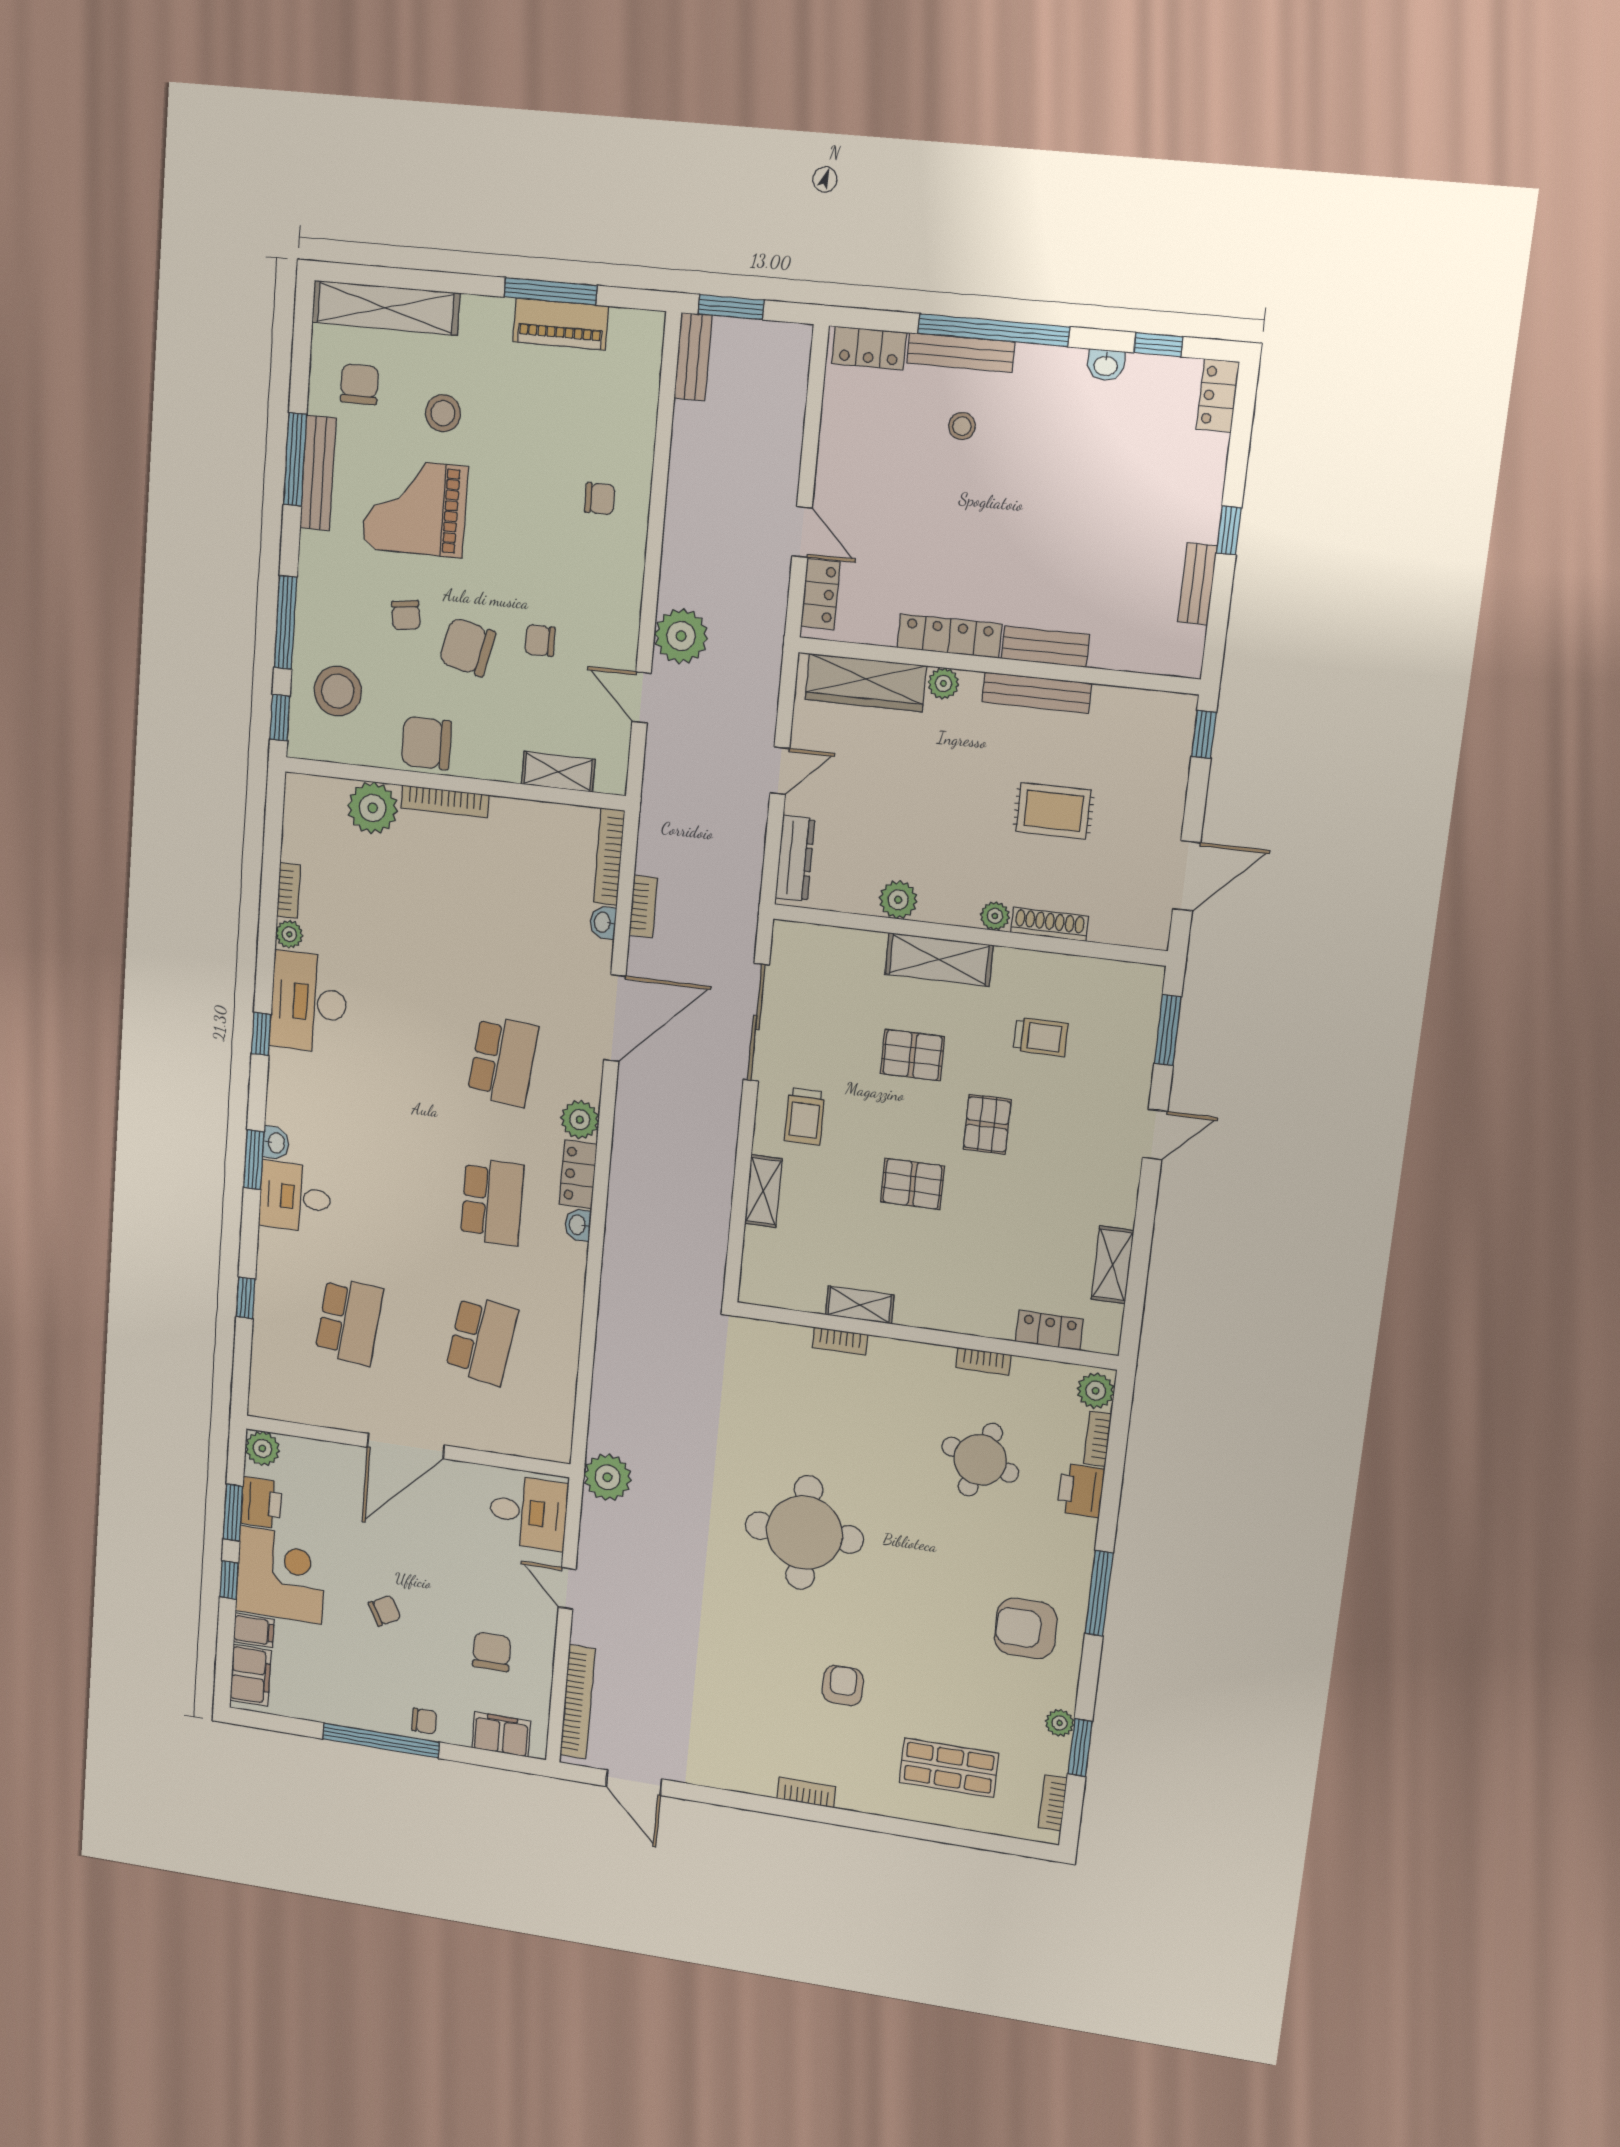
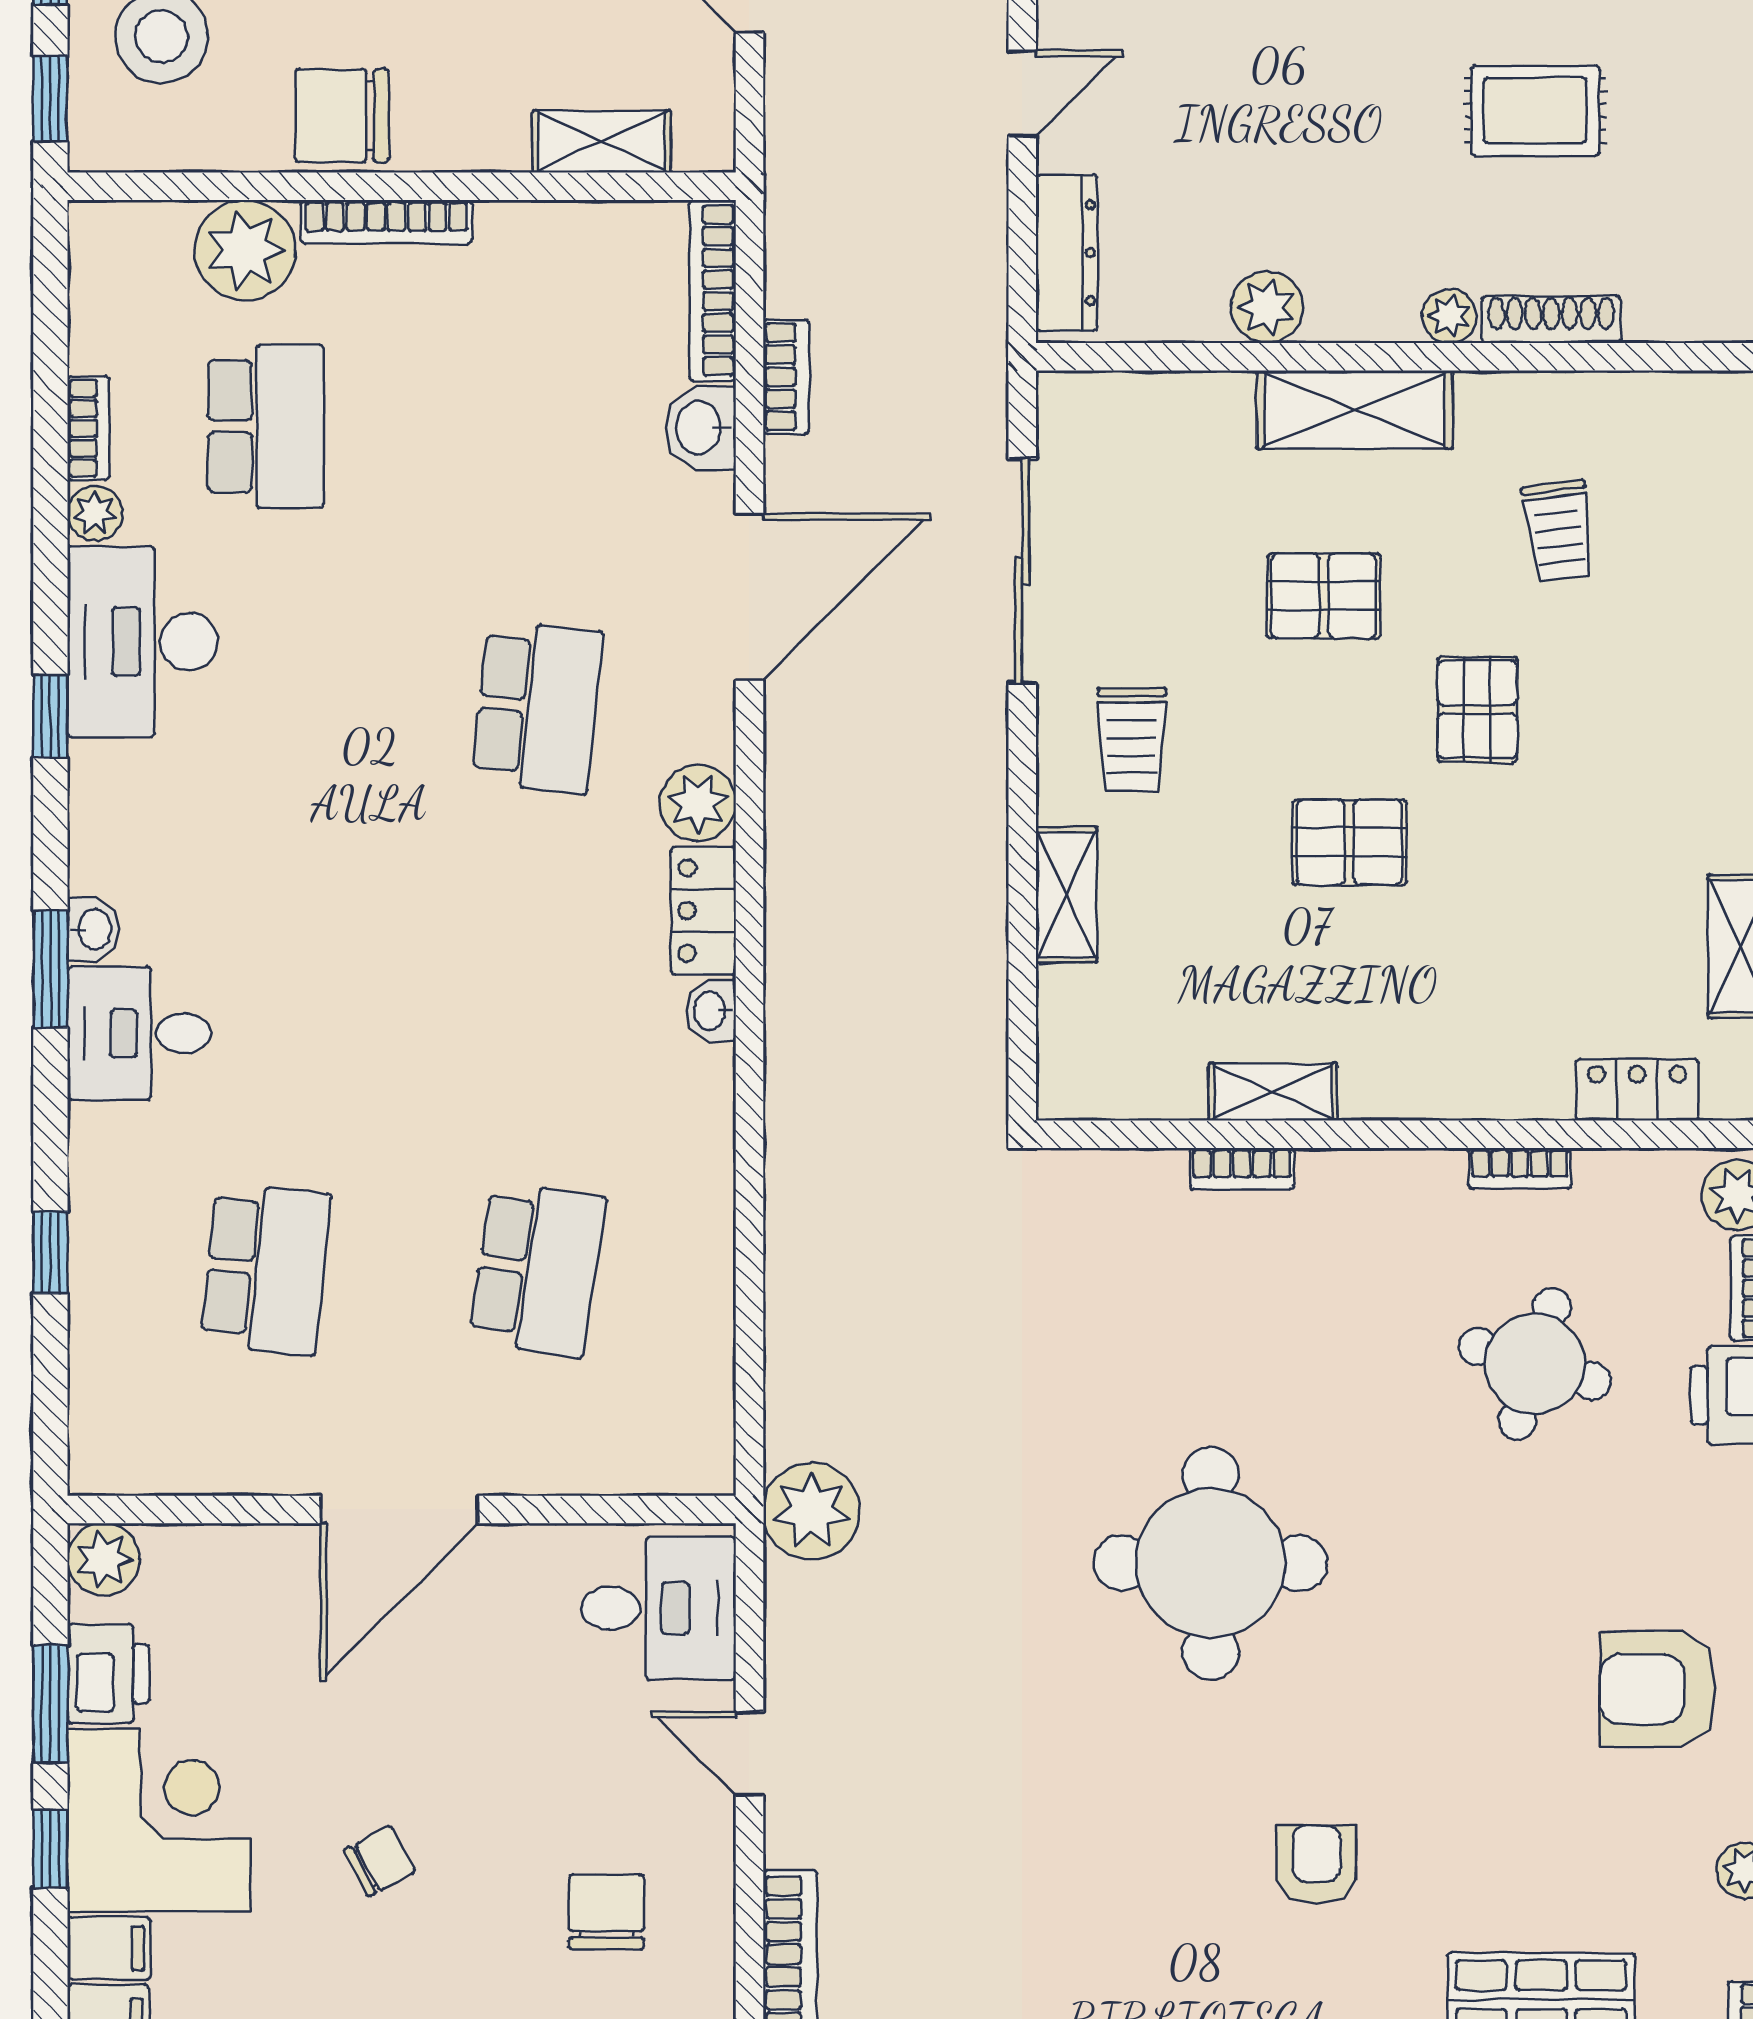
washbasin: (603, 922) -> (701, 428), width x1.38, depth x1.45
trolley: (1041, 1037) -> (1558, 531), turned 83
school desk: (492, 1202) -> (266, 426), moved

